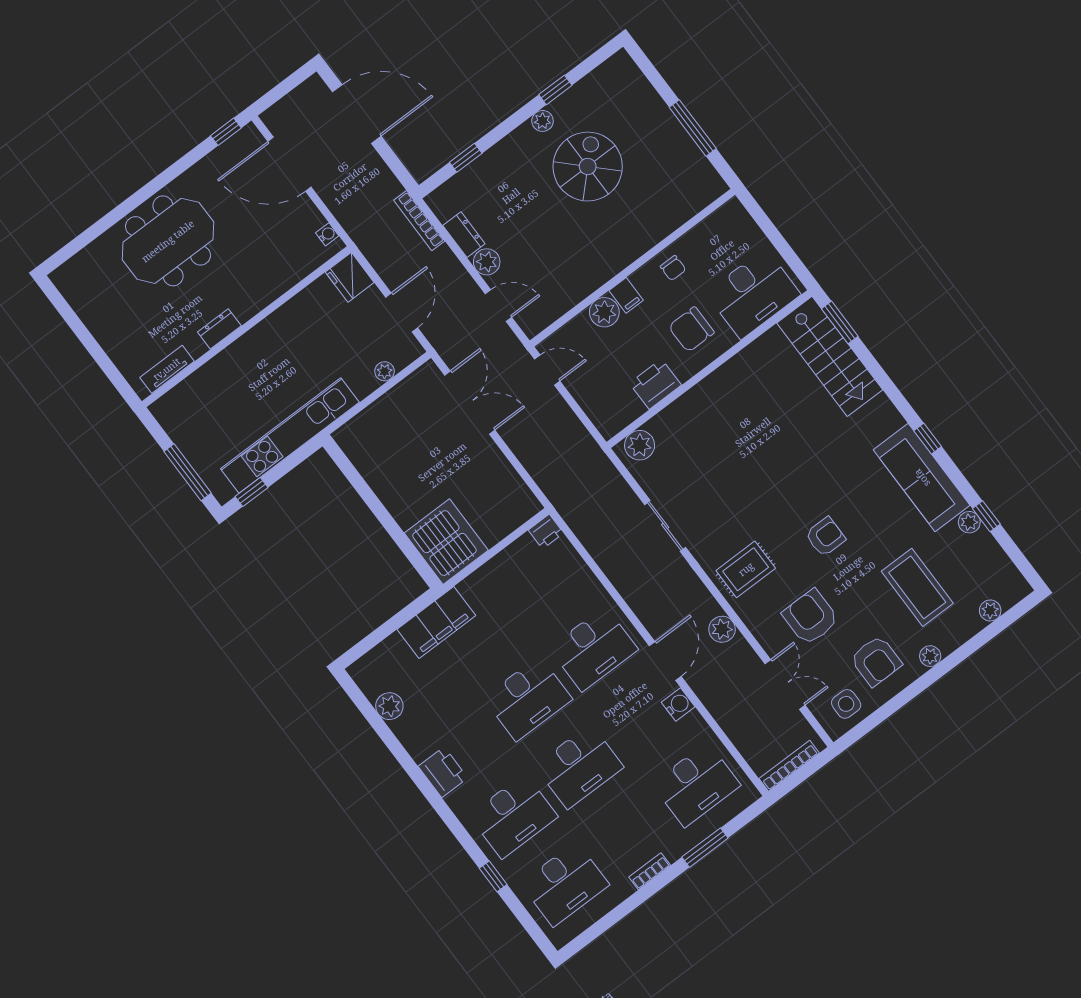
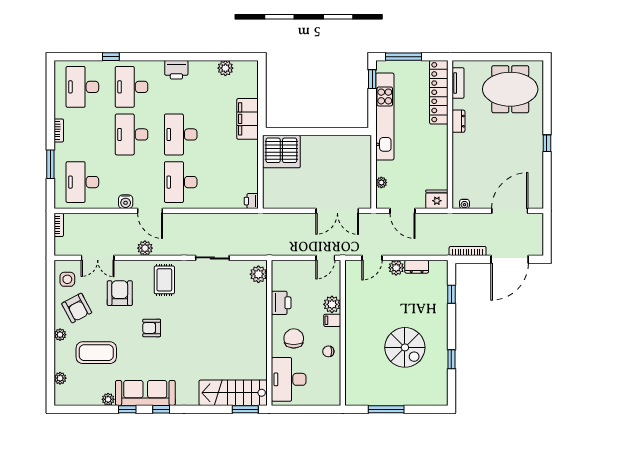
plant: (542, 121) -> (442, 343), removed
window: (226, 132) -> (547, 143), moved
bookcase: (419, 221) -> (468, 251), moved
meeting table: (168, 241) -> (510, 89), moved, turned 90
locker: (200, 386) -> (439, 92), added
window: (986, 516) -> (127, 409), moved
armchair: (825, 537) -> (152, 328), turned 90
armchair: (810, 617) -> (120, 293), turned -90
armchair: (876, 661) -> (77, 308), turned -118
bookcase: (789, 766) -> (59, 225), width x0.64

